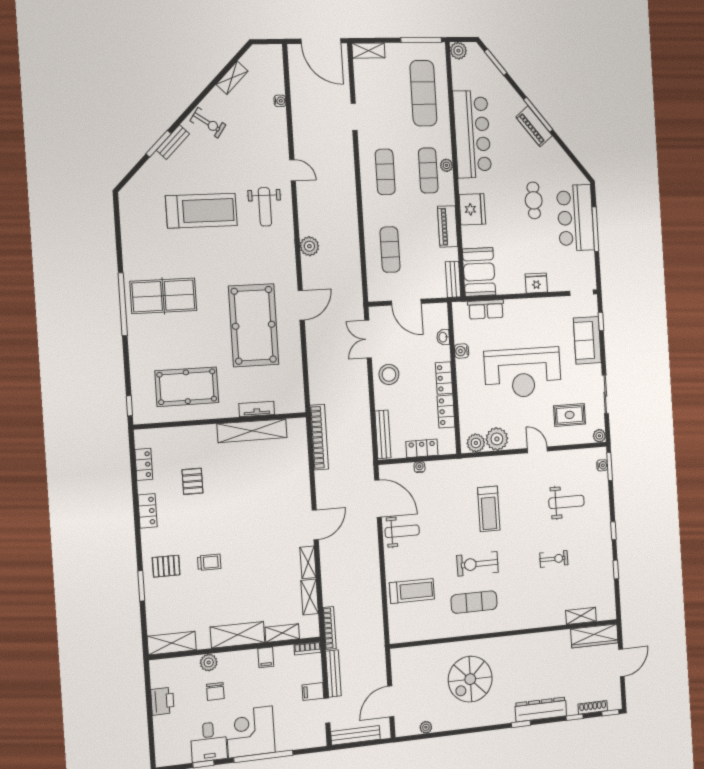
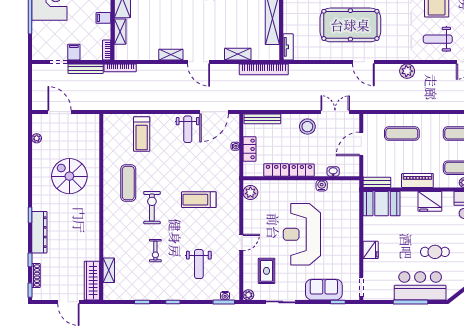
row of seats: (486, 309) -> (353, 207), removed
tv unit: (257, 409) -> (288, 47), moved
plant: (497, 439) -> (252, 210), removed
exercise bike: (477, 564) -> (152, 208), moved
shelving: (310, 597) -> (238, 54), moved
bench: (356, 735) -> (37, 83), removed

